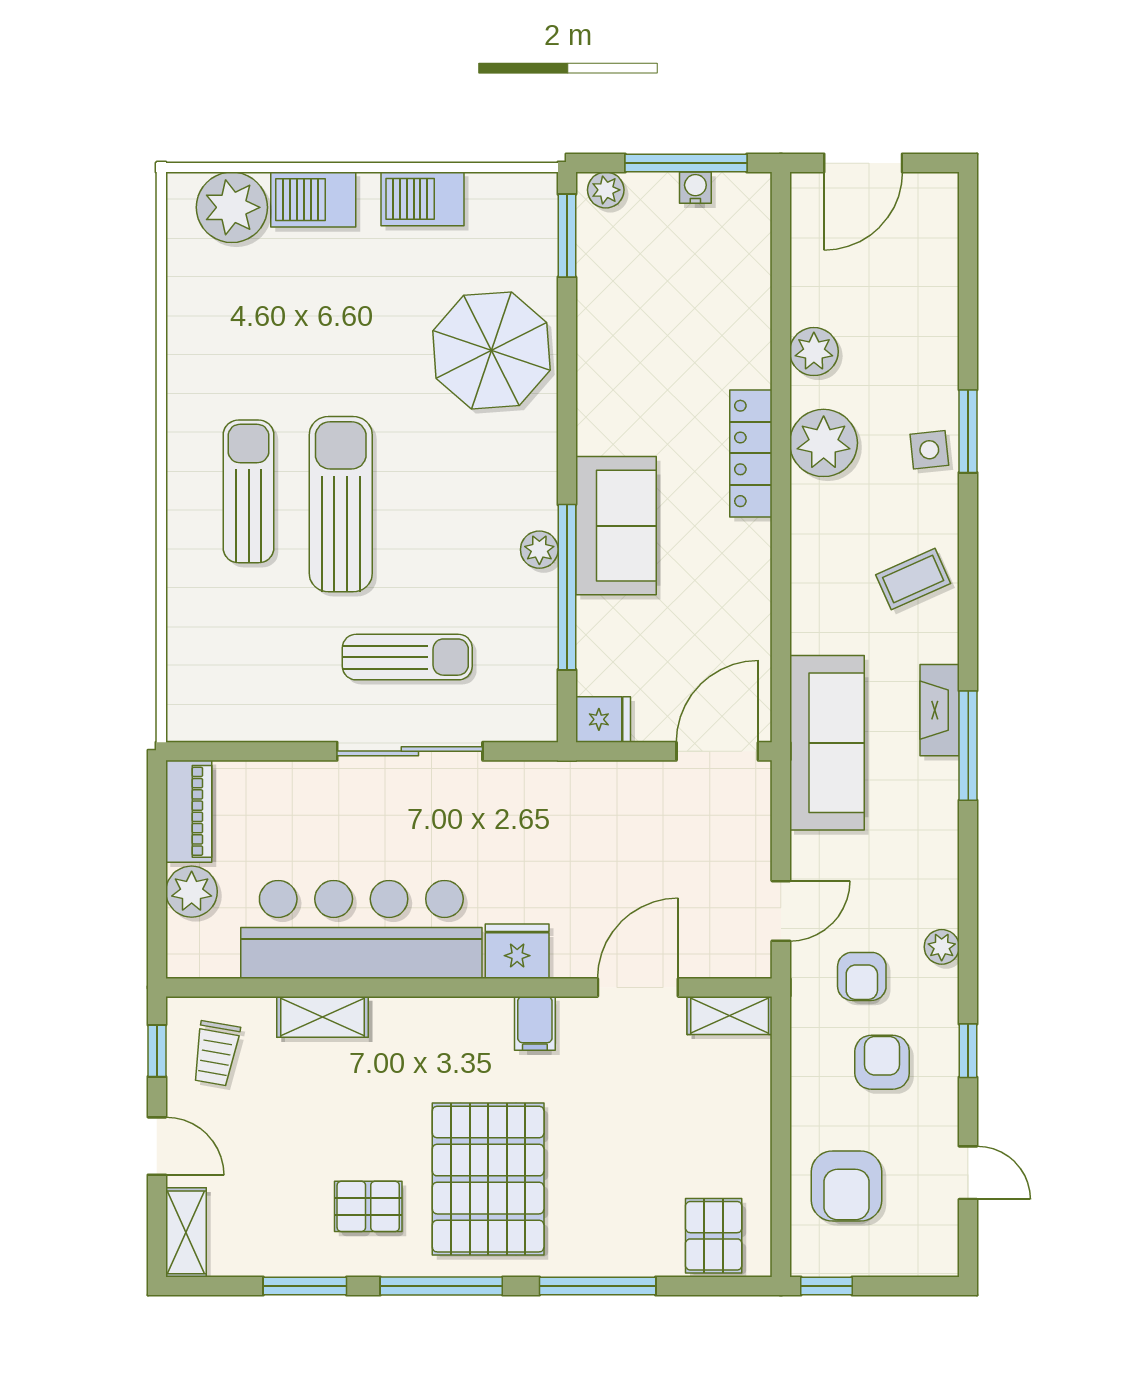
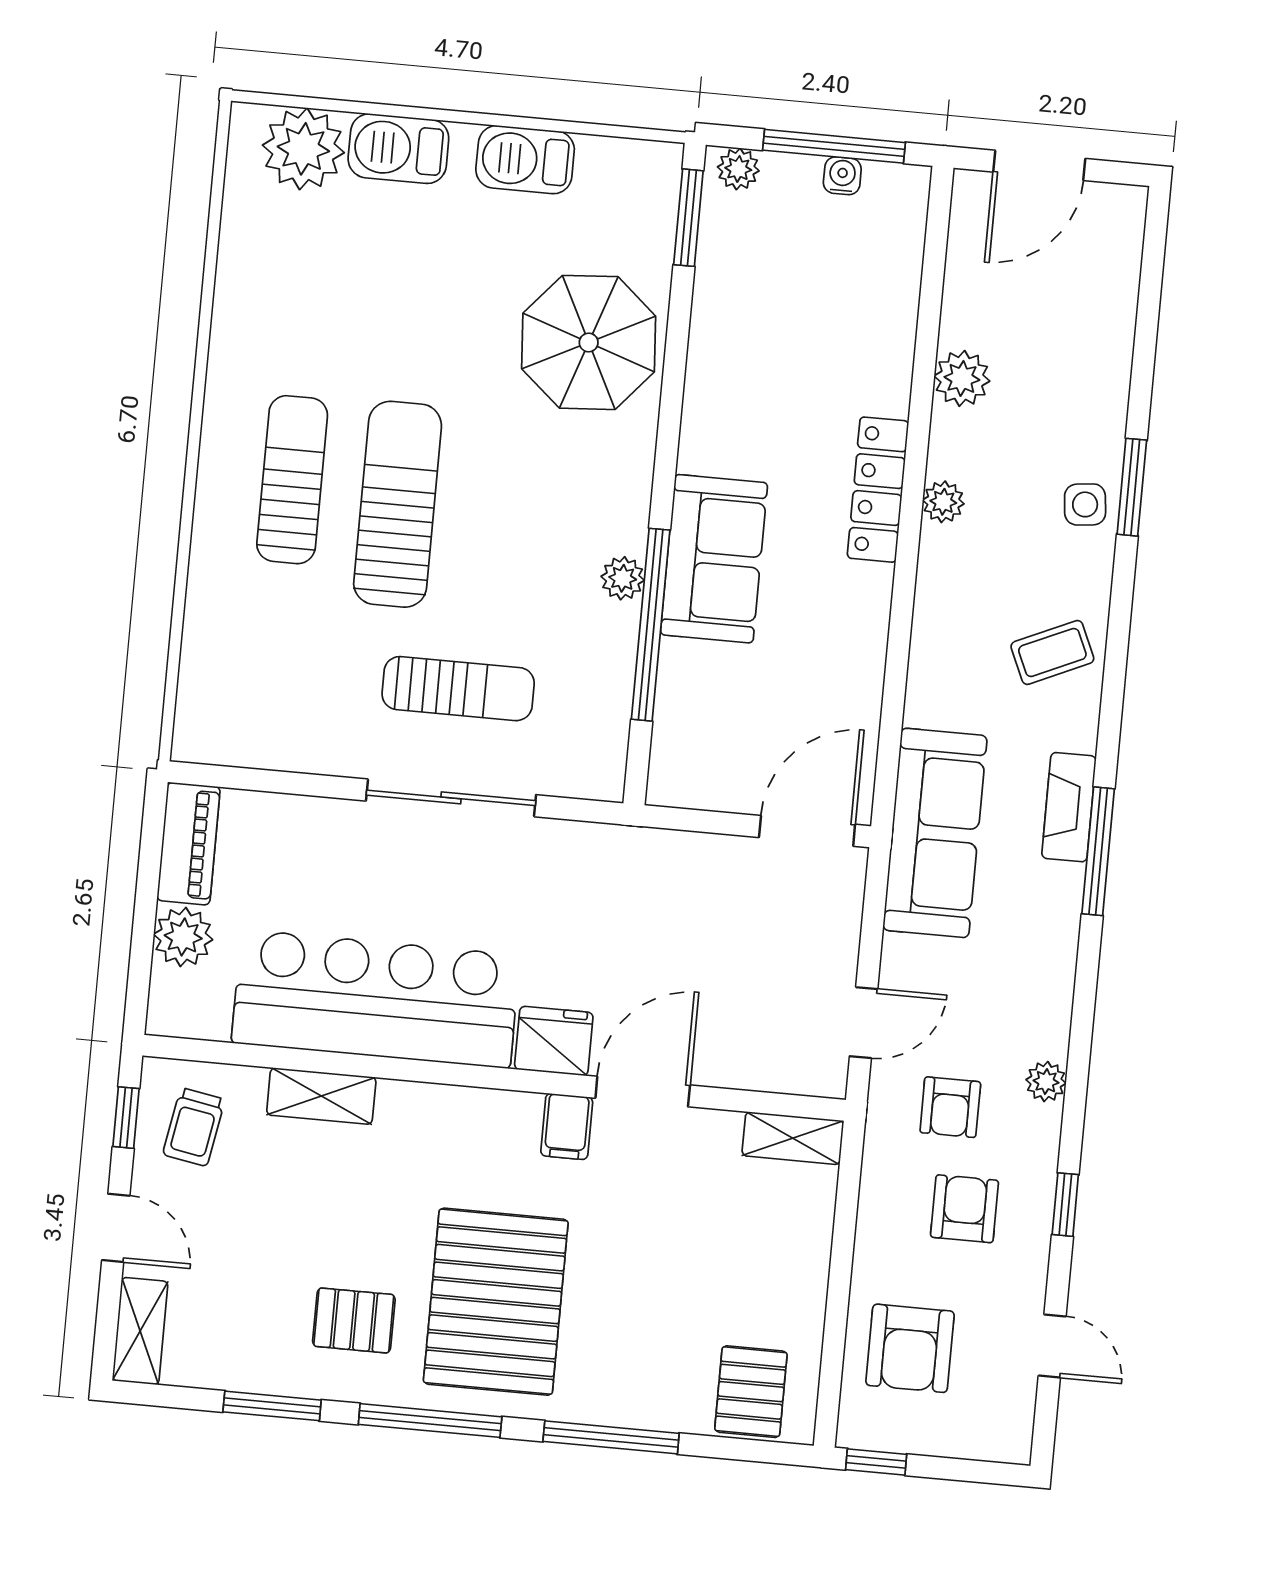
plant: (824, 443) -> (943, 502), width x0.53, depth x0.53
fridge: (603, 719) -> (678, 782), removed
door: (638, 987) -> (643, 1092), moved

